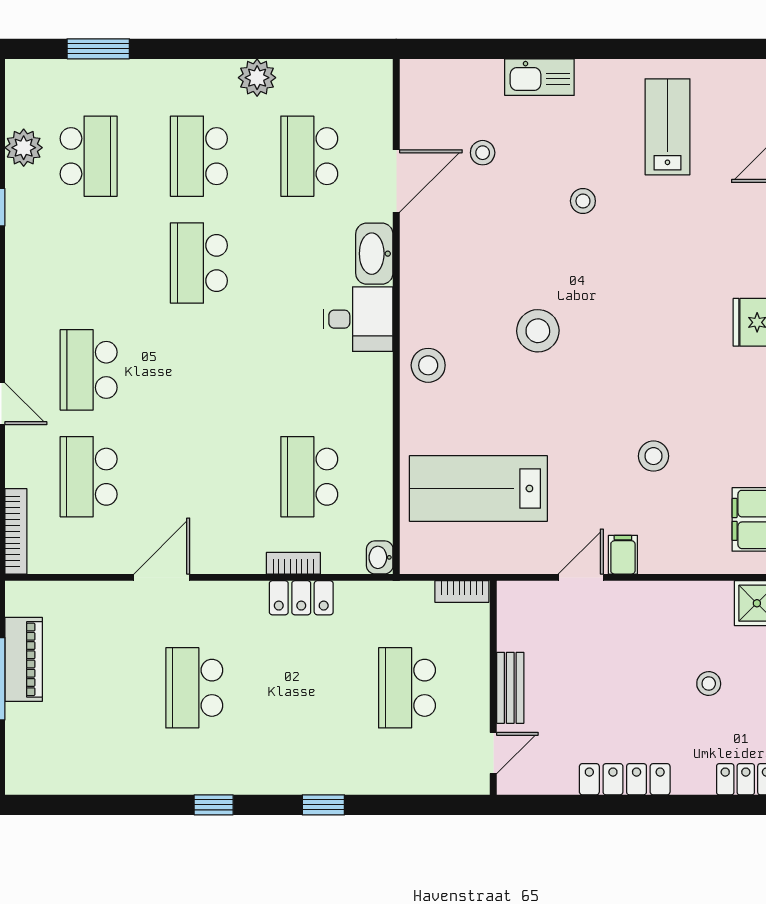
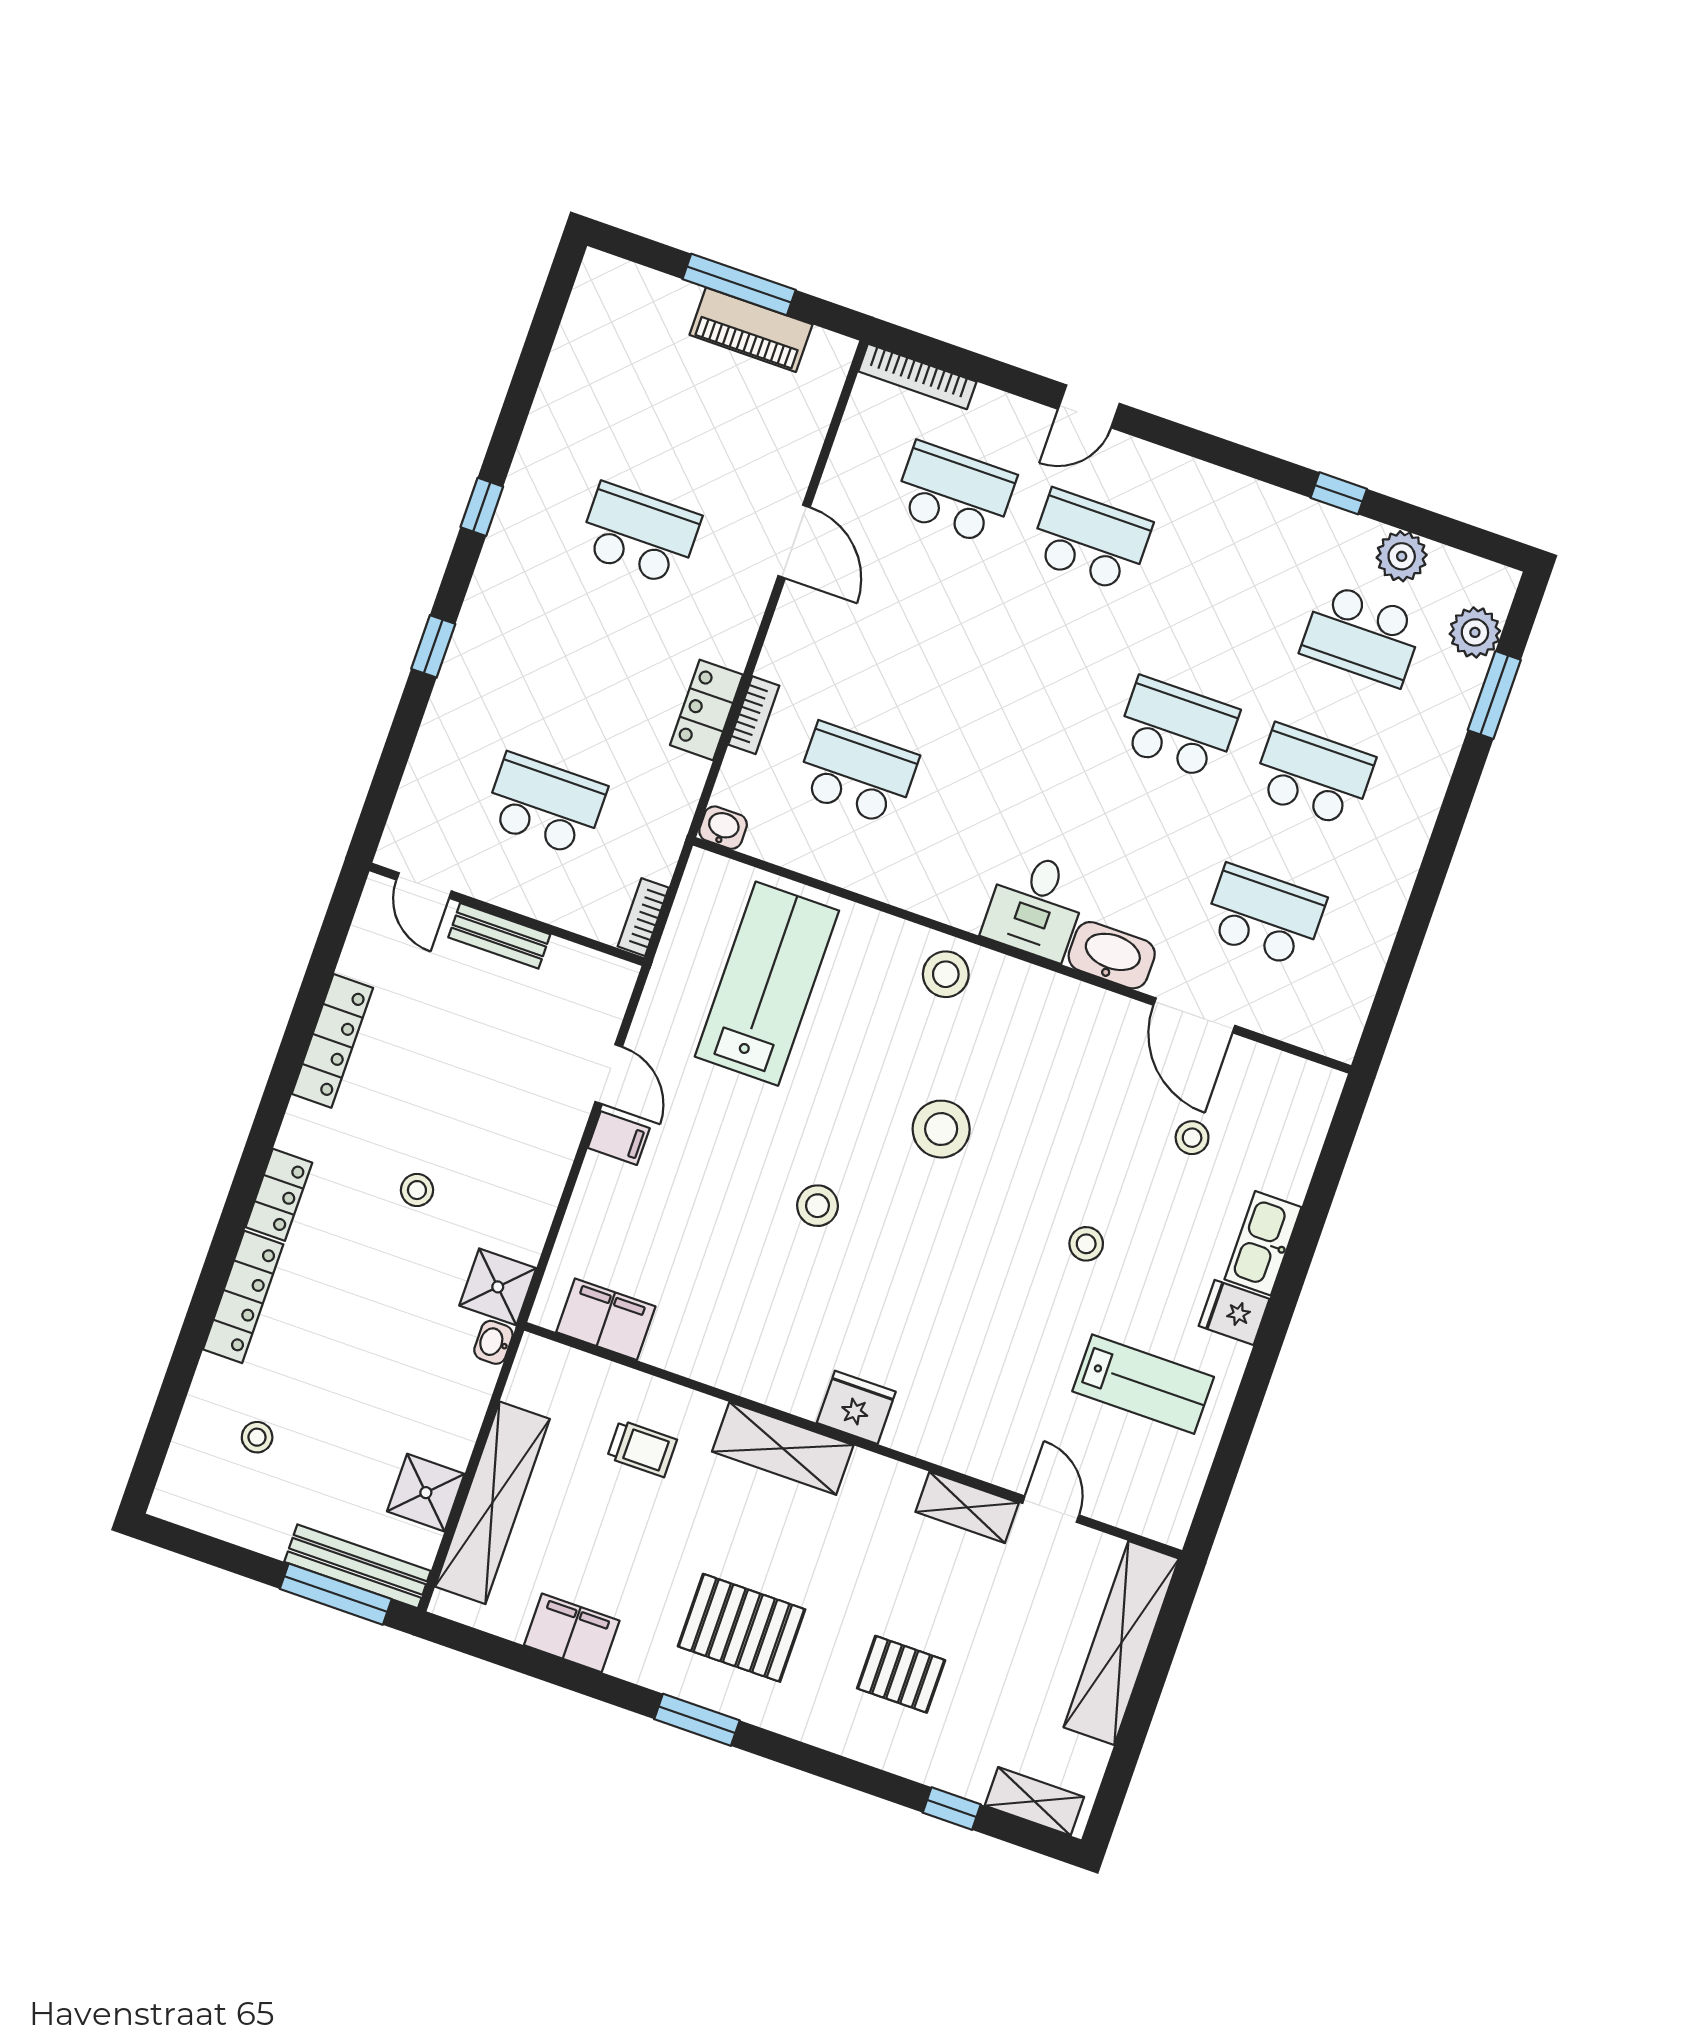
plant: (257, 78) -> (1475, 632), moved
fridge: (595, 80) -> (1234, 1312), added
stool: (653, 456) -> (817, 1206), moved

